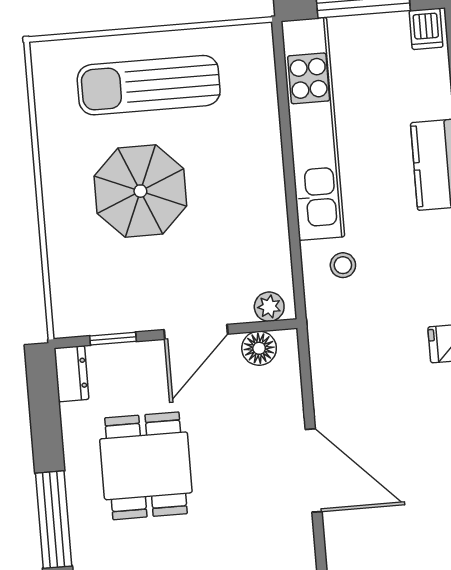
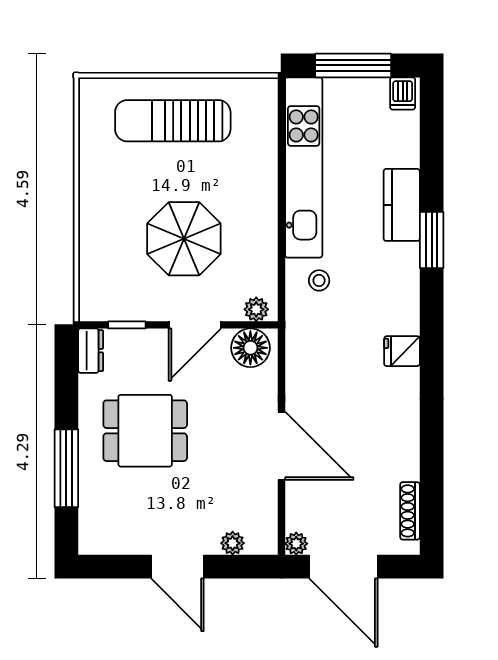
parasol: (140, 191) -> (184, 239), moved
floor lamp: (259, 348) -> (250, 348), width x1.38, depth x1.38
dining table: (146, 466) -> (145, 431), turned 90

